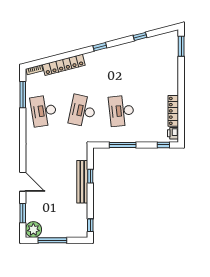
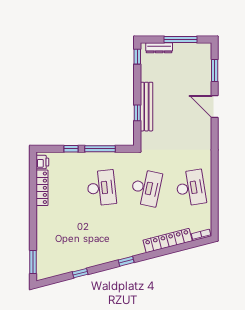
window: (23, 95) -> (215, 206), removed
window: (163, 145) -> (71, 149), moved
plant: (33, 230) -> (202, 52), removed
dresser: (71, 233) -> (159, 48), added

